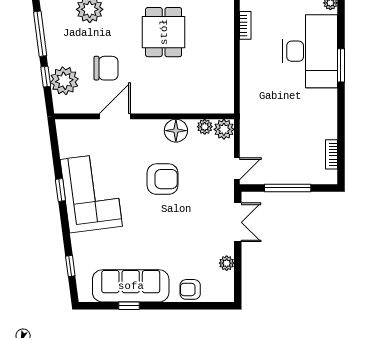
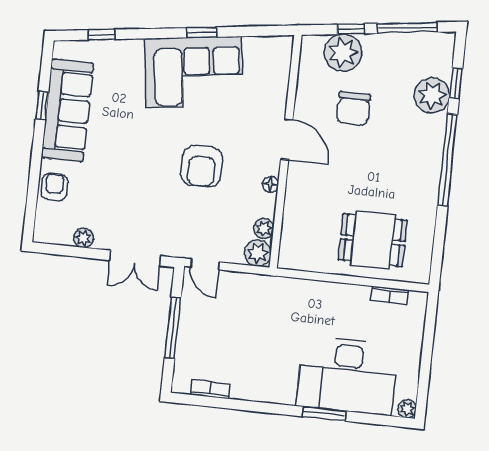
dining table: (164, 32) -> (373, 240), moved
door: (115, 116) -> (287, 139), moved
floor lamp: (176, 131) -> (270, 184), width x0.53, depth x0.53

